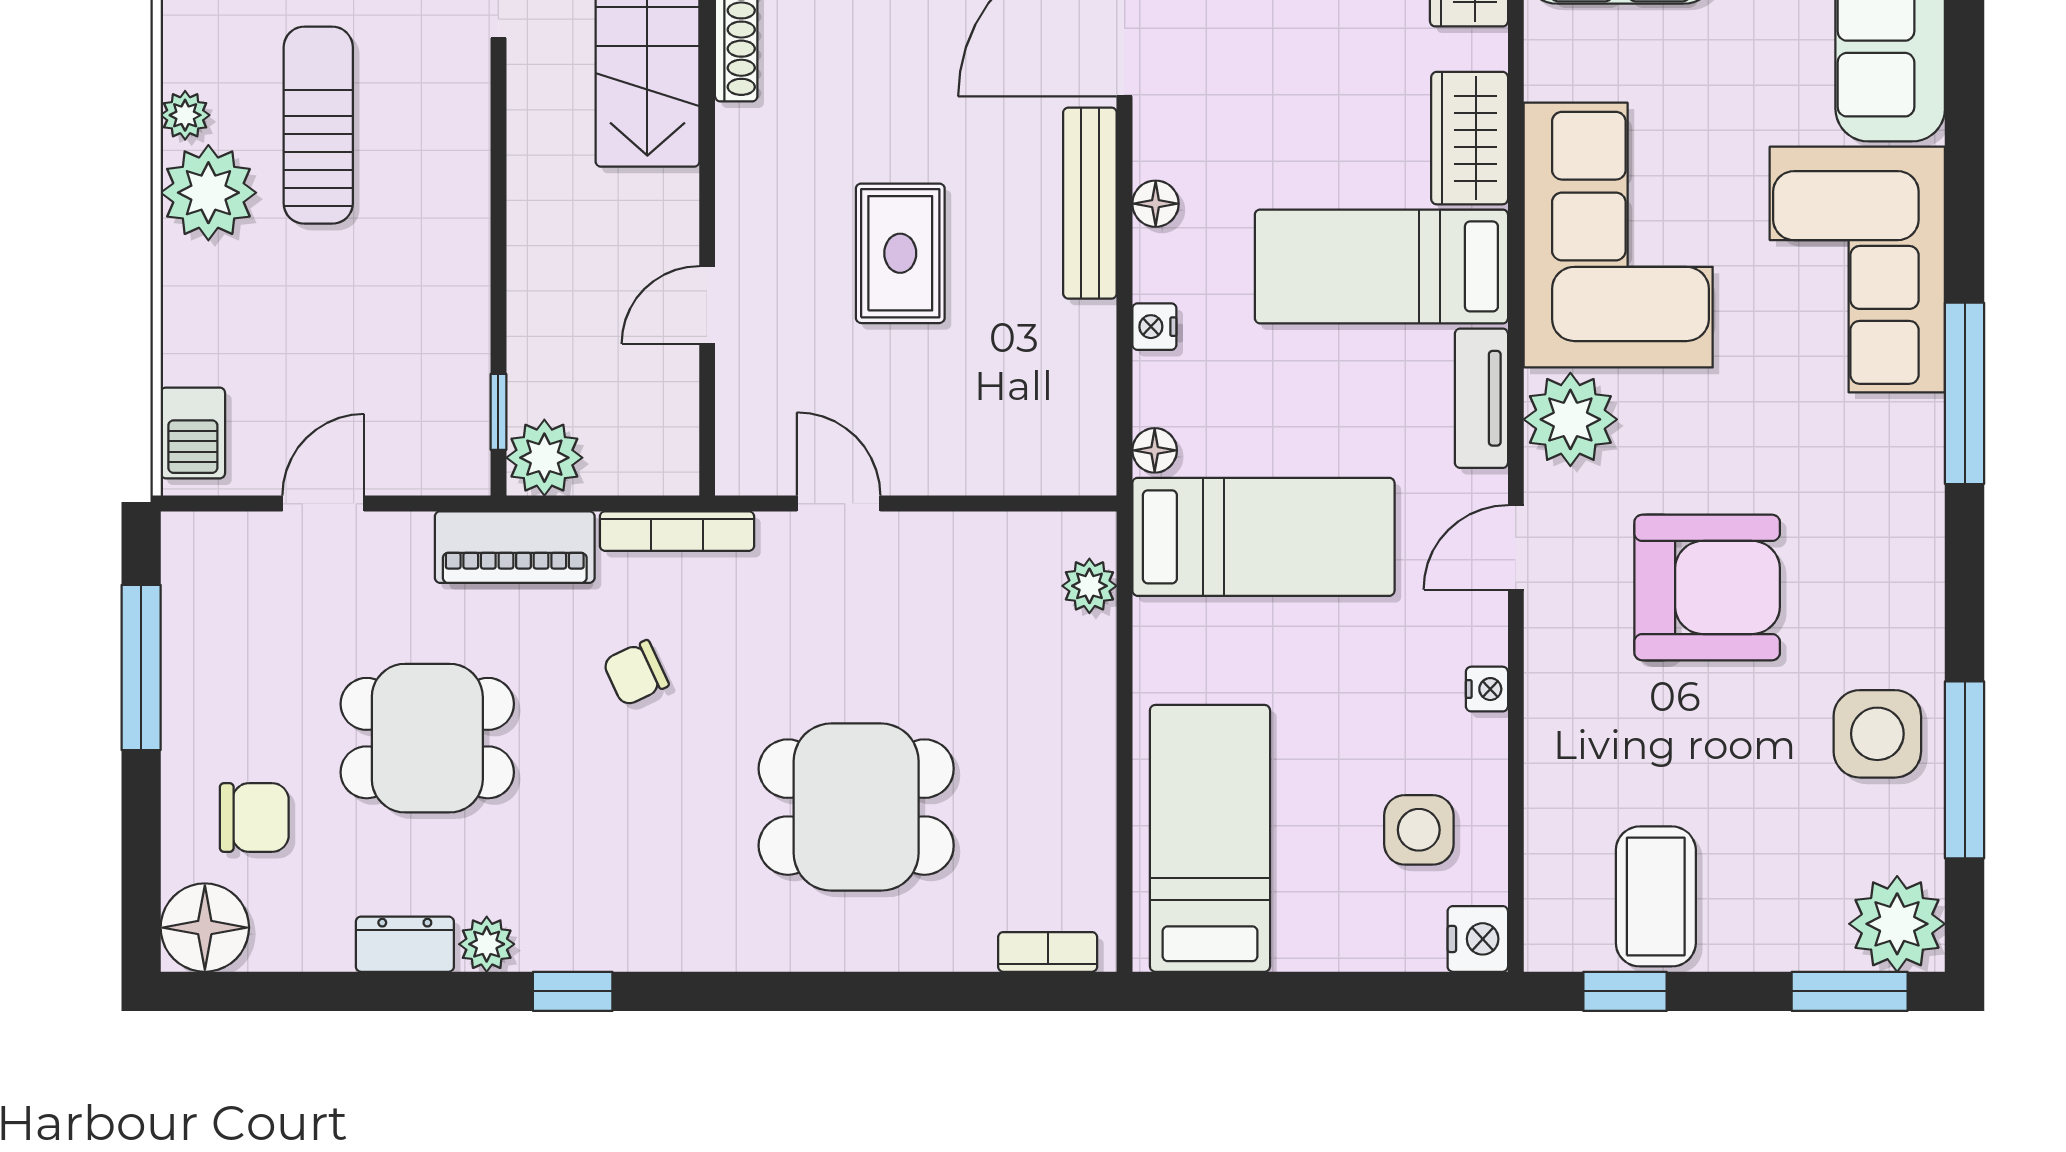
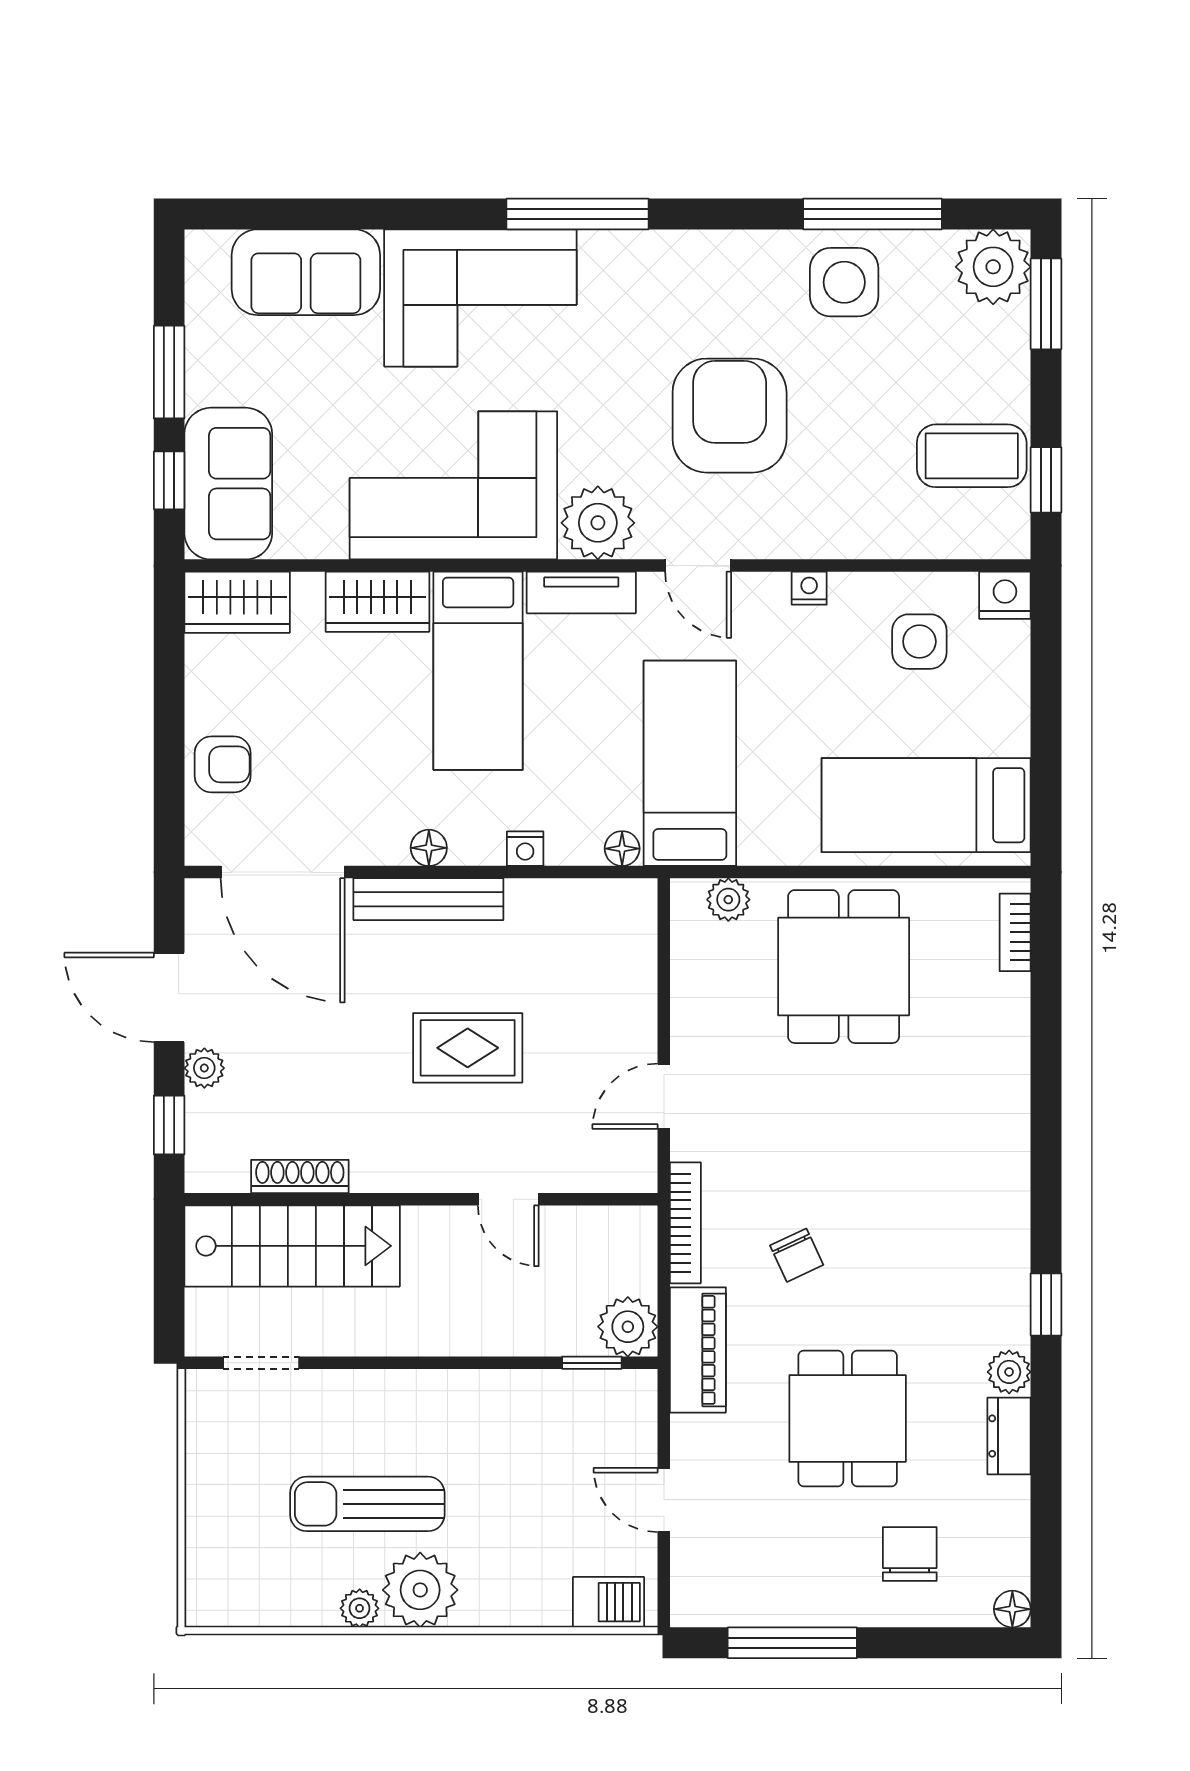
dining table: (856, 807) -> (844, 967), moved
floor lamp: (205, 928) -> (1012, 1609), width x0.53, depth x0.53

